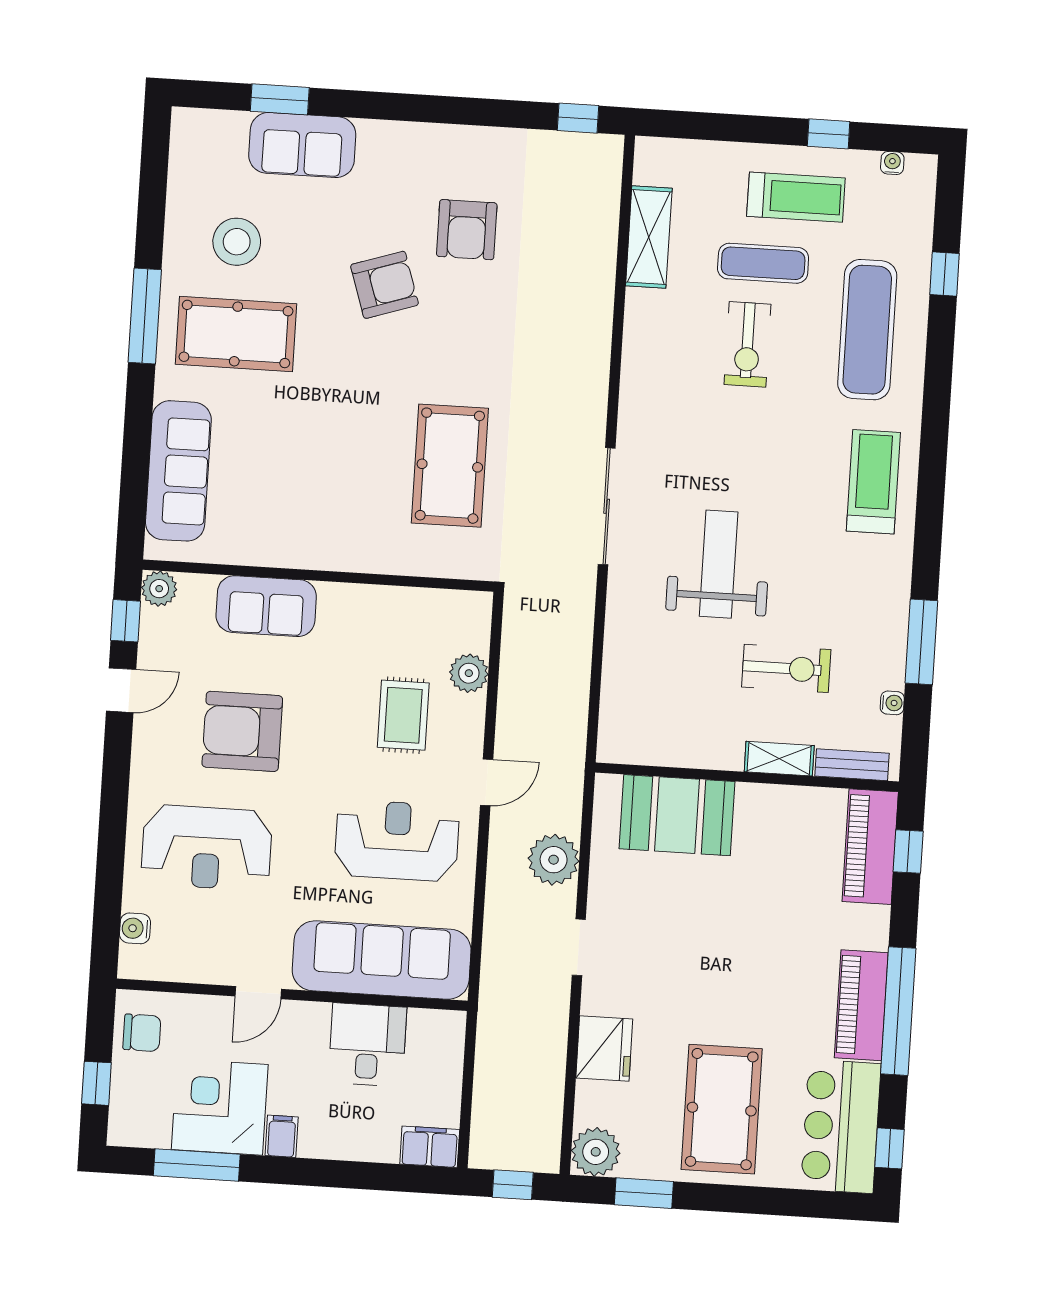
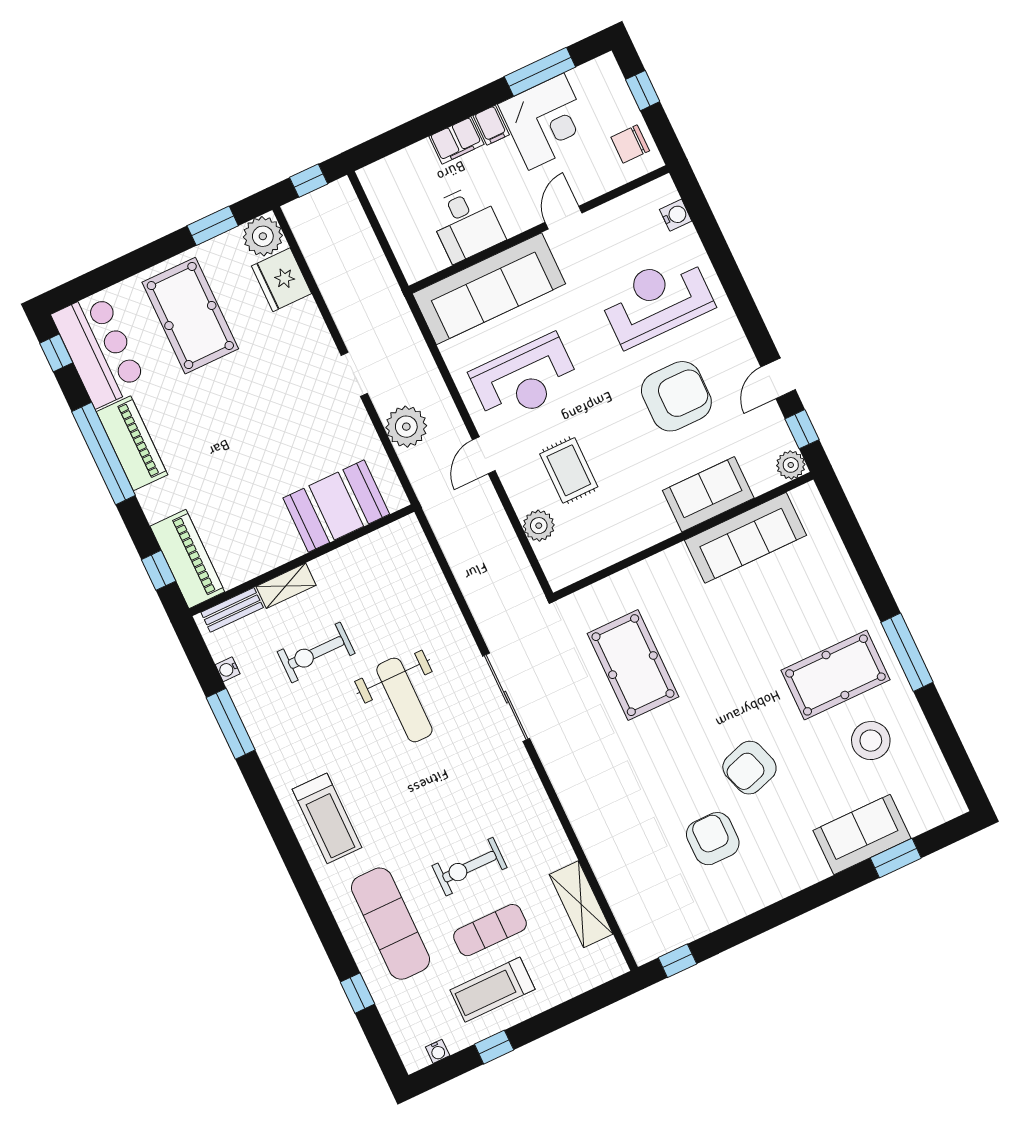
exercise bike: (747, 344) -> (469, 867), turned -90
sofa: (178, 471) -> (746, 538), moved, turned -90
fridge: (604, 1049) -> (281, 280), moved
filing cabinet: (430, 1147) -> (456, 140), moved

